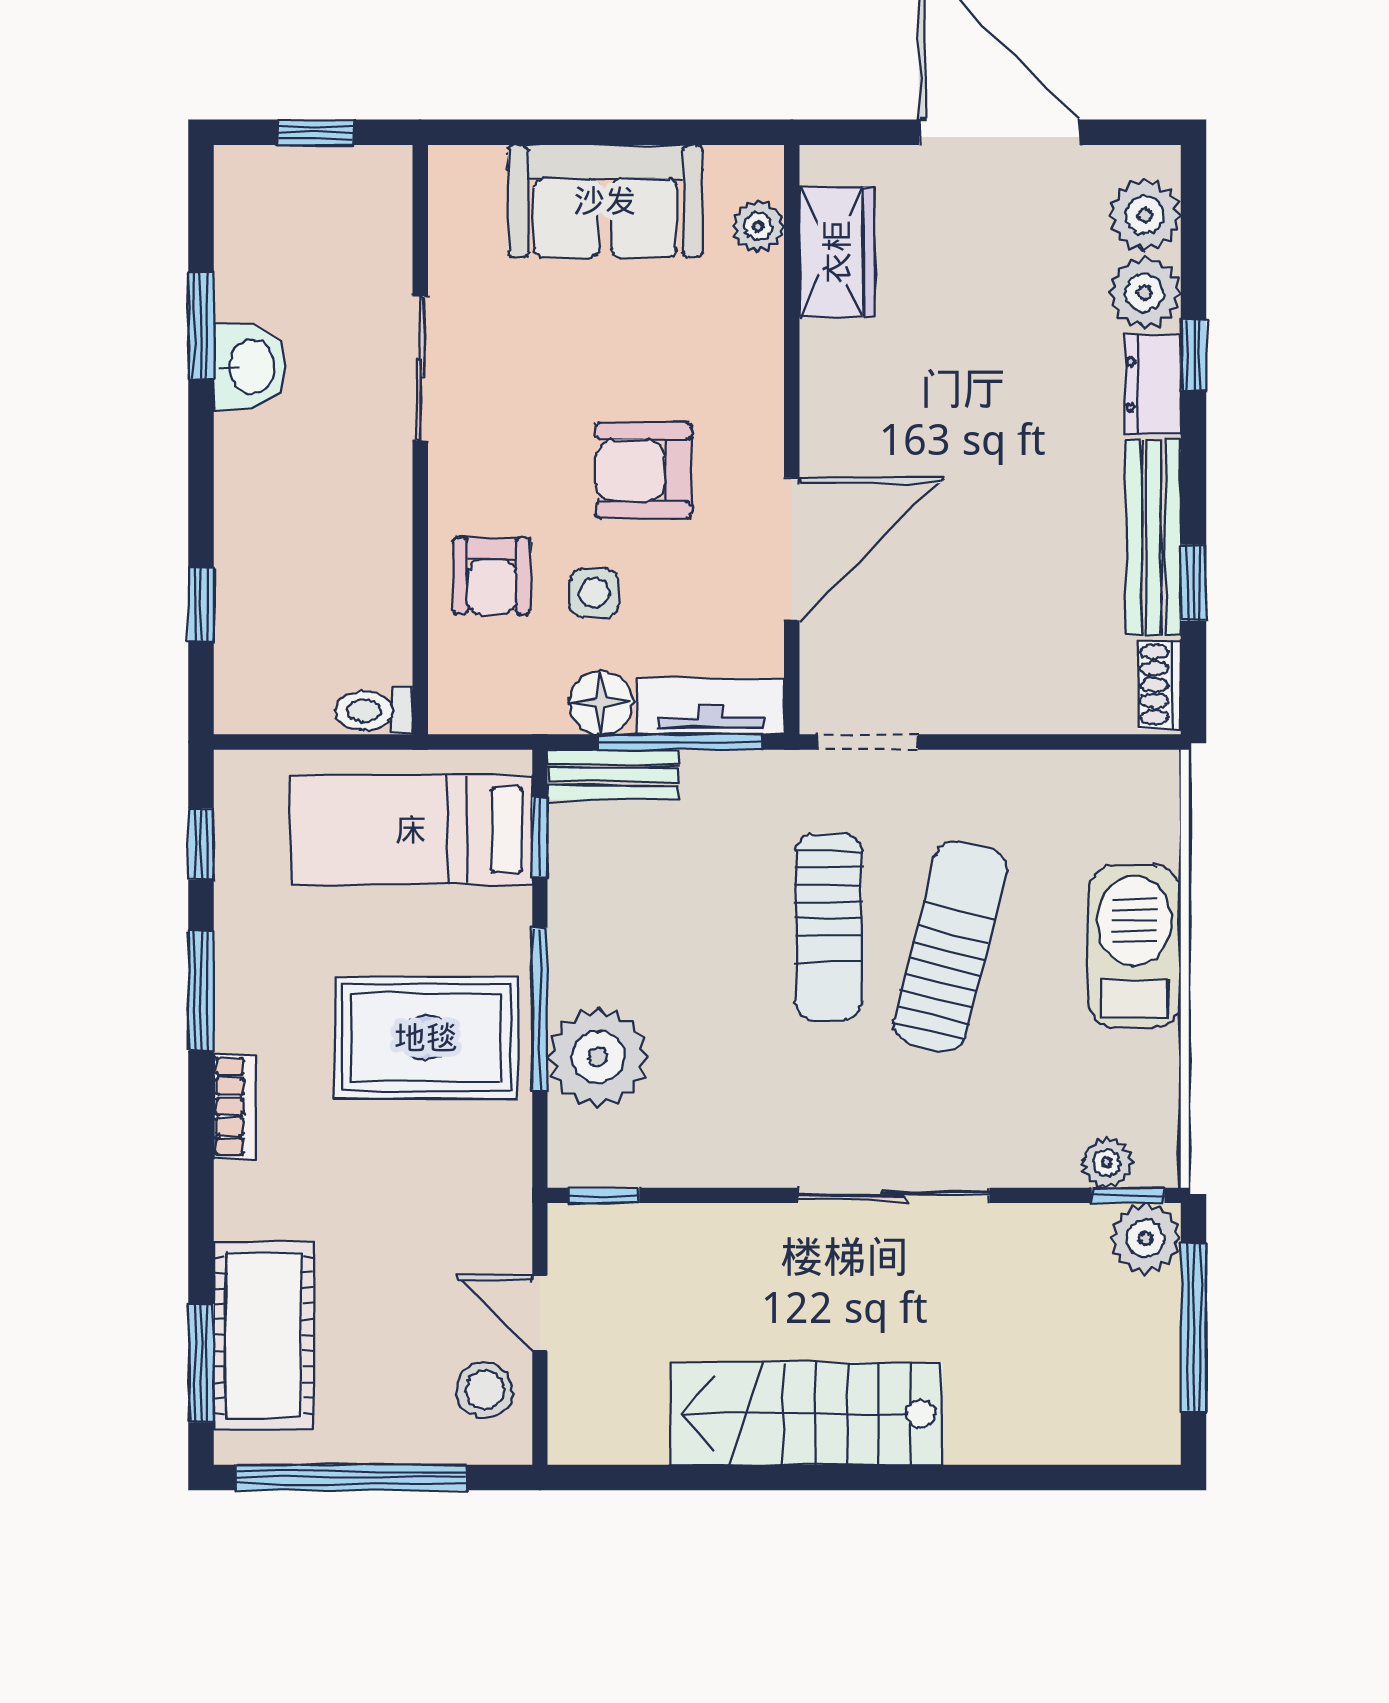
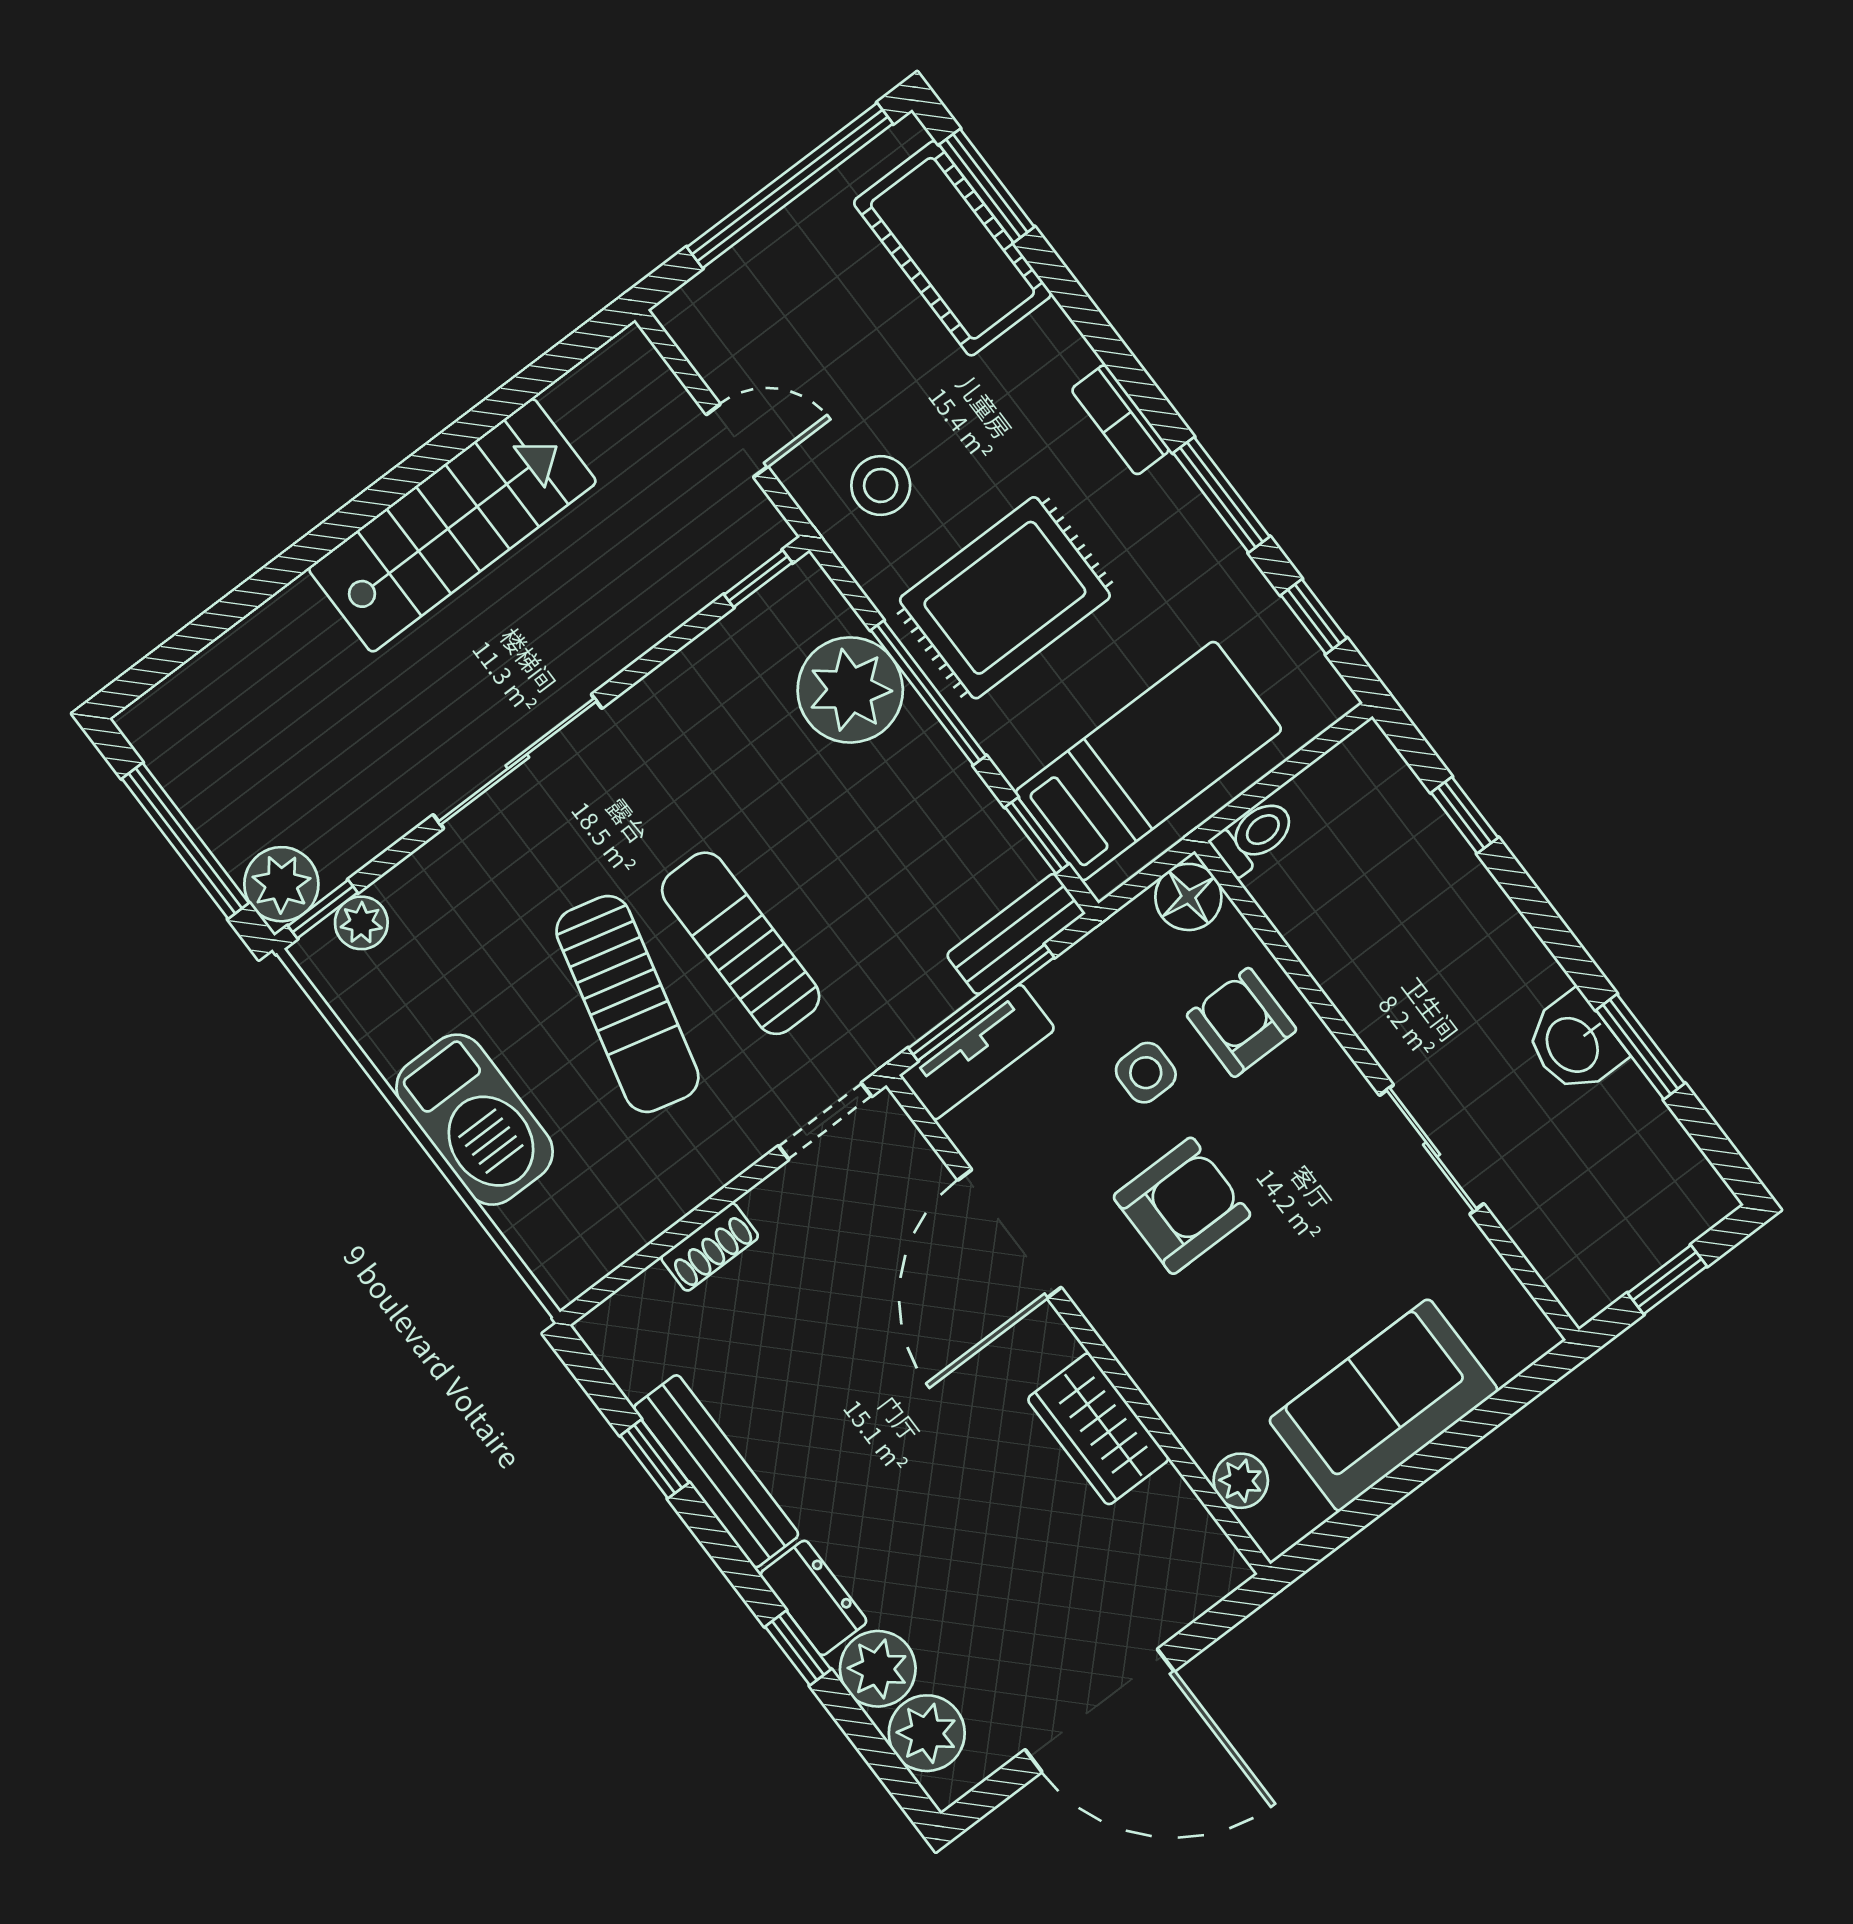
wardrobe: (837, 252) -> (1098, 1429), moved
shoe rack: (1159, 685) -> (710, 1247), moved, turned 90
floor lamp: (601, 703) -> (1188, 897), moved
stool: (485, 1390) -> (881, 485), moved

